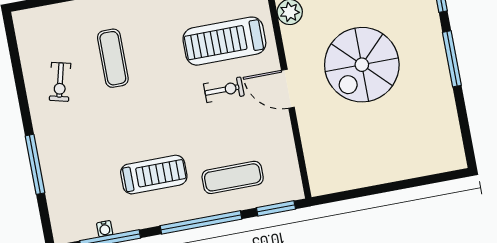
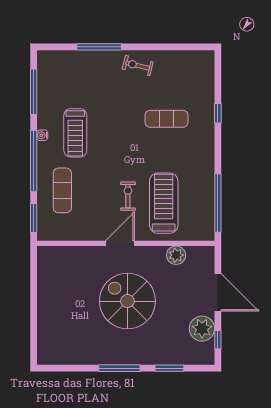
exercise bike: (60, 82) -> (138, 66), moved
exercise bike: (224, 90) -> (128, 196), turned 180
water cooler: (105, 229) -> (42, 135), moved

